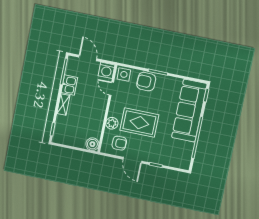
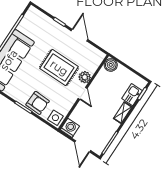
kitchen sink: (69, 85) -> (132, 95), moved
door: (111, 89) -> (83, 93), moved
armchair: (119, 143) -> (85, 56), removed

